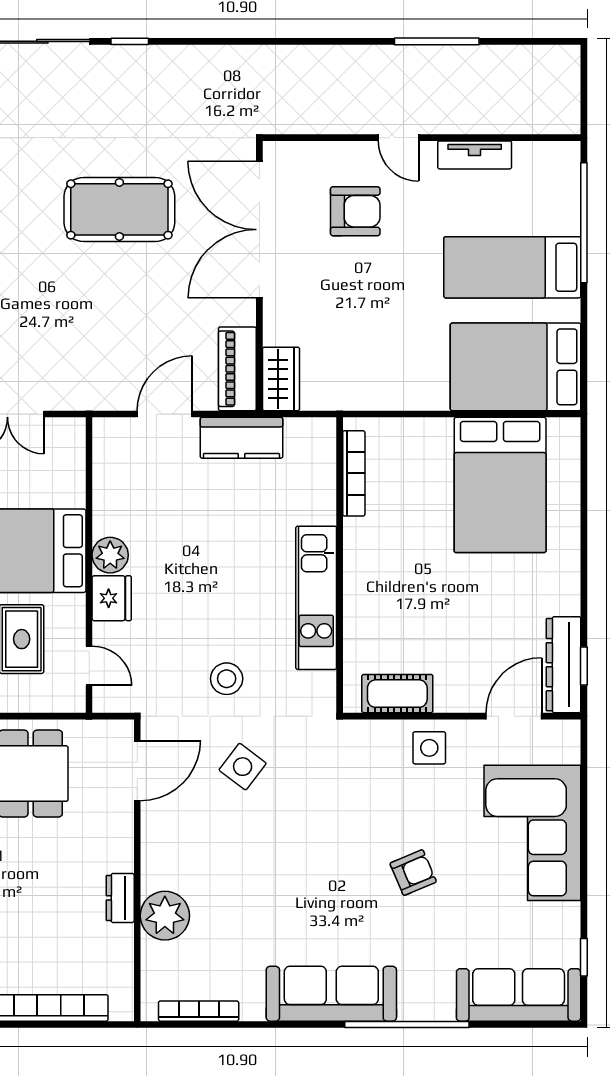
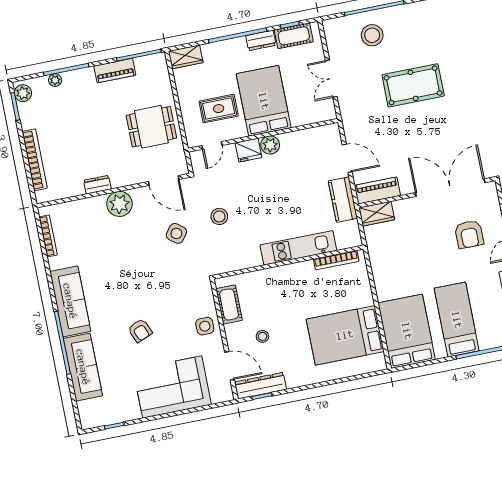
pool table: (119, 209) -> (413, 85), moved, turned 90
kitchen unit: (316, 598) -> (298, 248), moved
stool: (471, 642) -> (262, 336), added
plant: (165, 916) -> (119, 204), moved
sofa: (519, 995) -> (83, 367), moved

